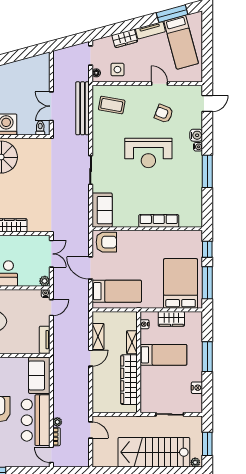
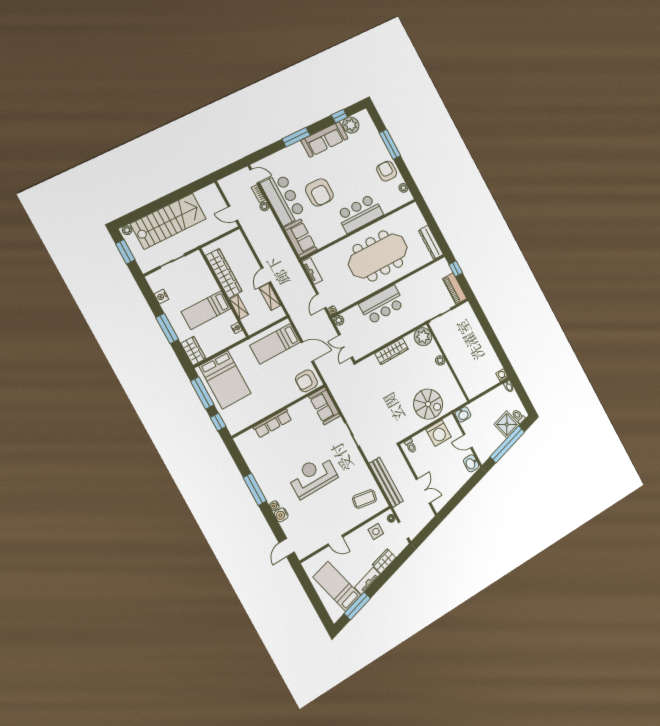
double door: (51, 106) -> (423, 491), moved
armchair: (164, 114) -> (318, 517), removed
wardrobe: (171, 319) -> (193, 351), moved, turned 90

